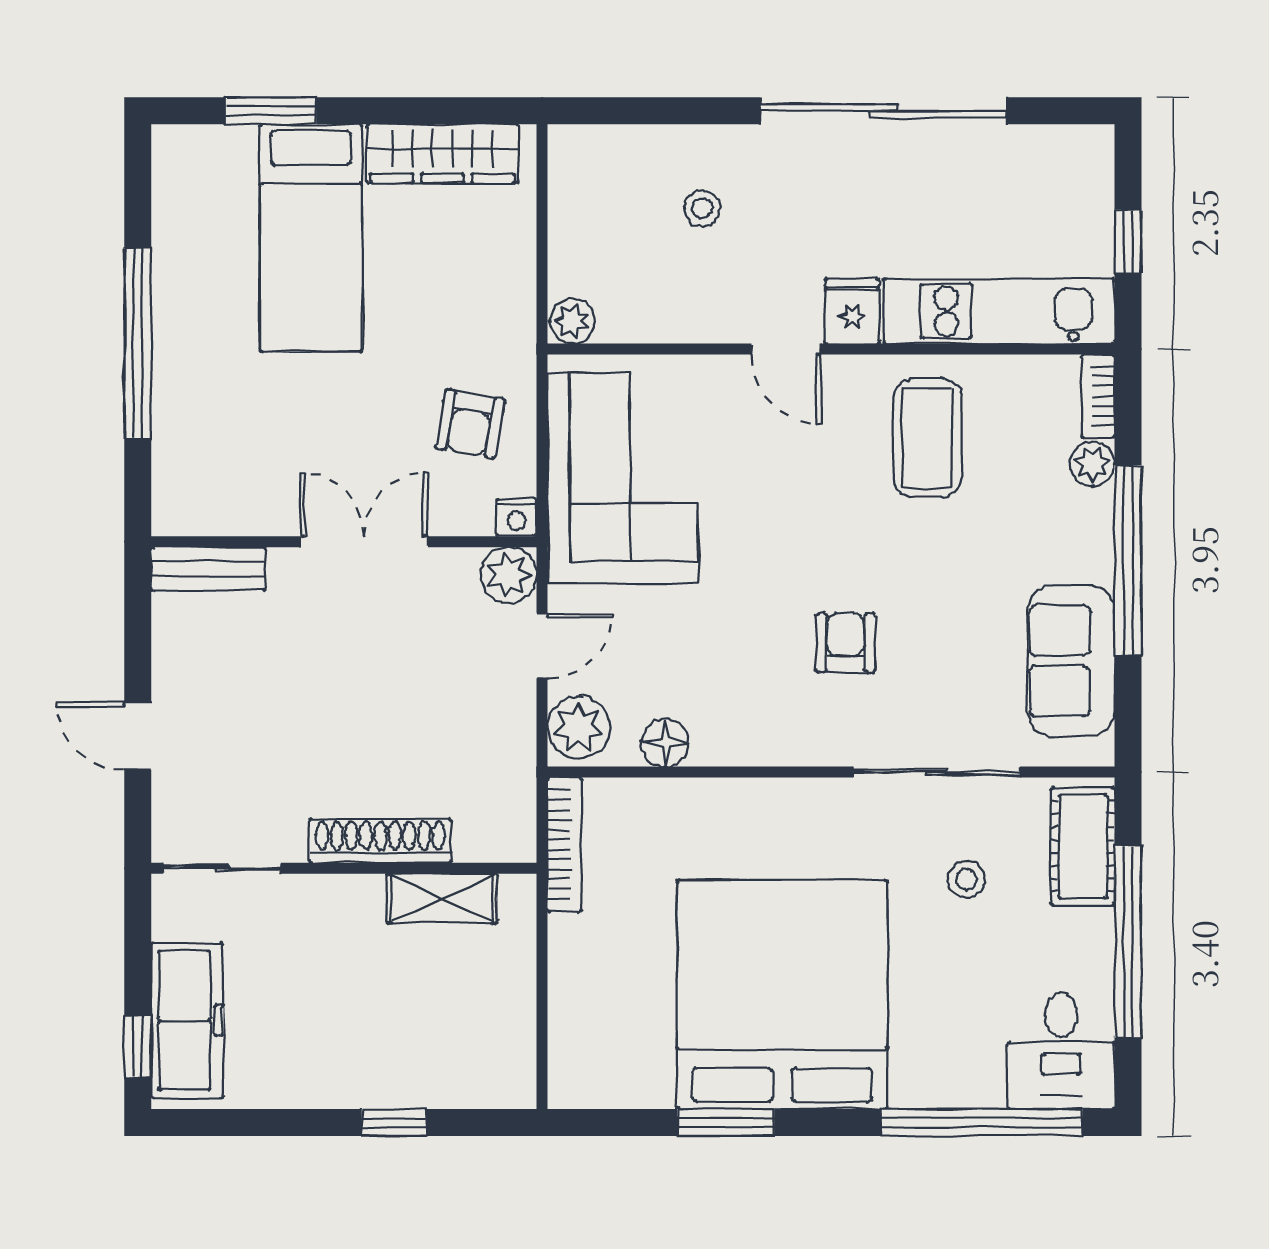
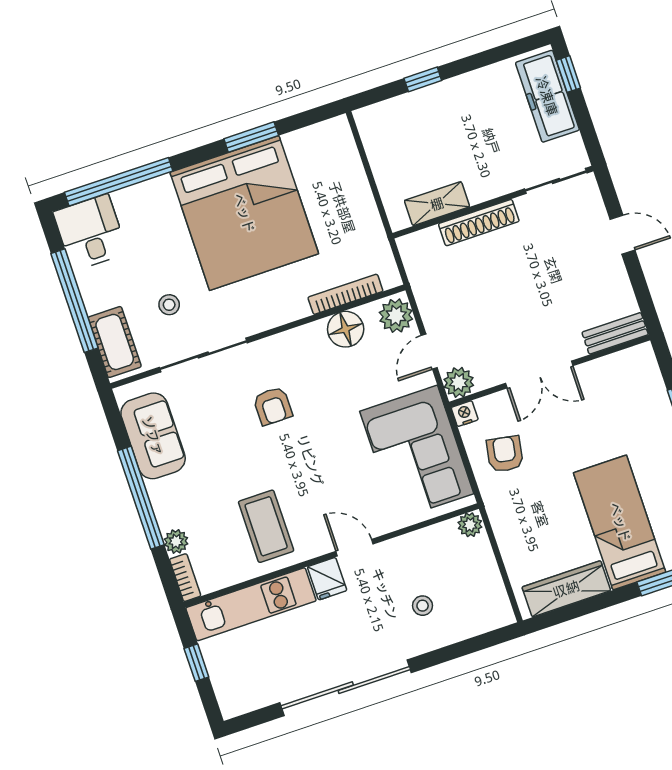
floor lamp: (665, 743) -> (346, 329), width x1.38, depth x1.38
bookcase: (564, 844) -> (345, 294), moved, turned 90

